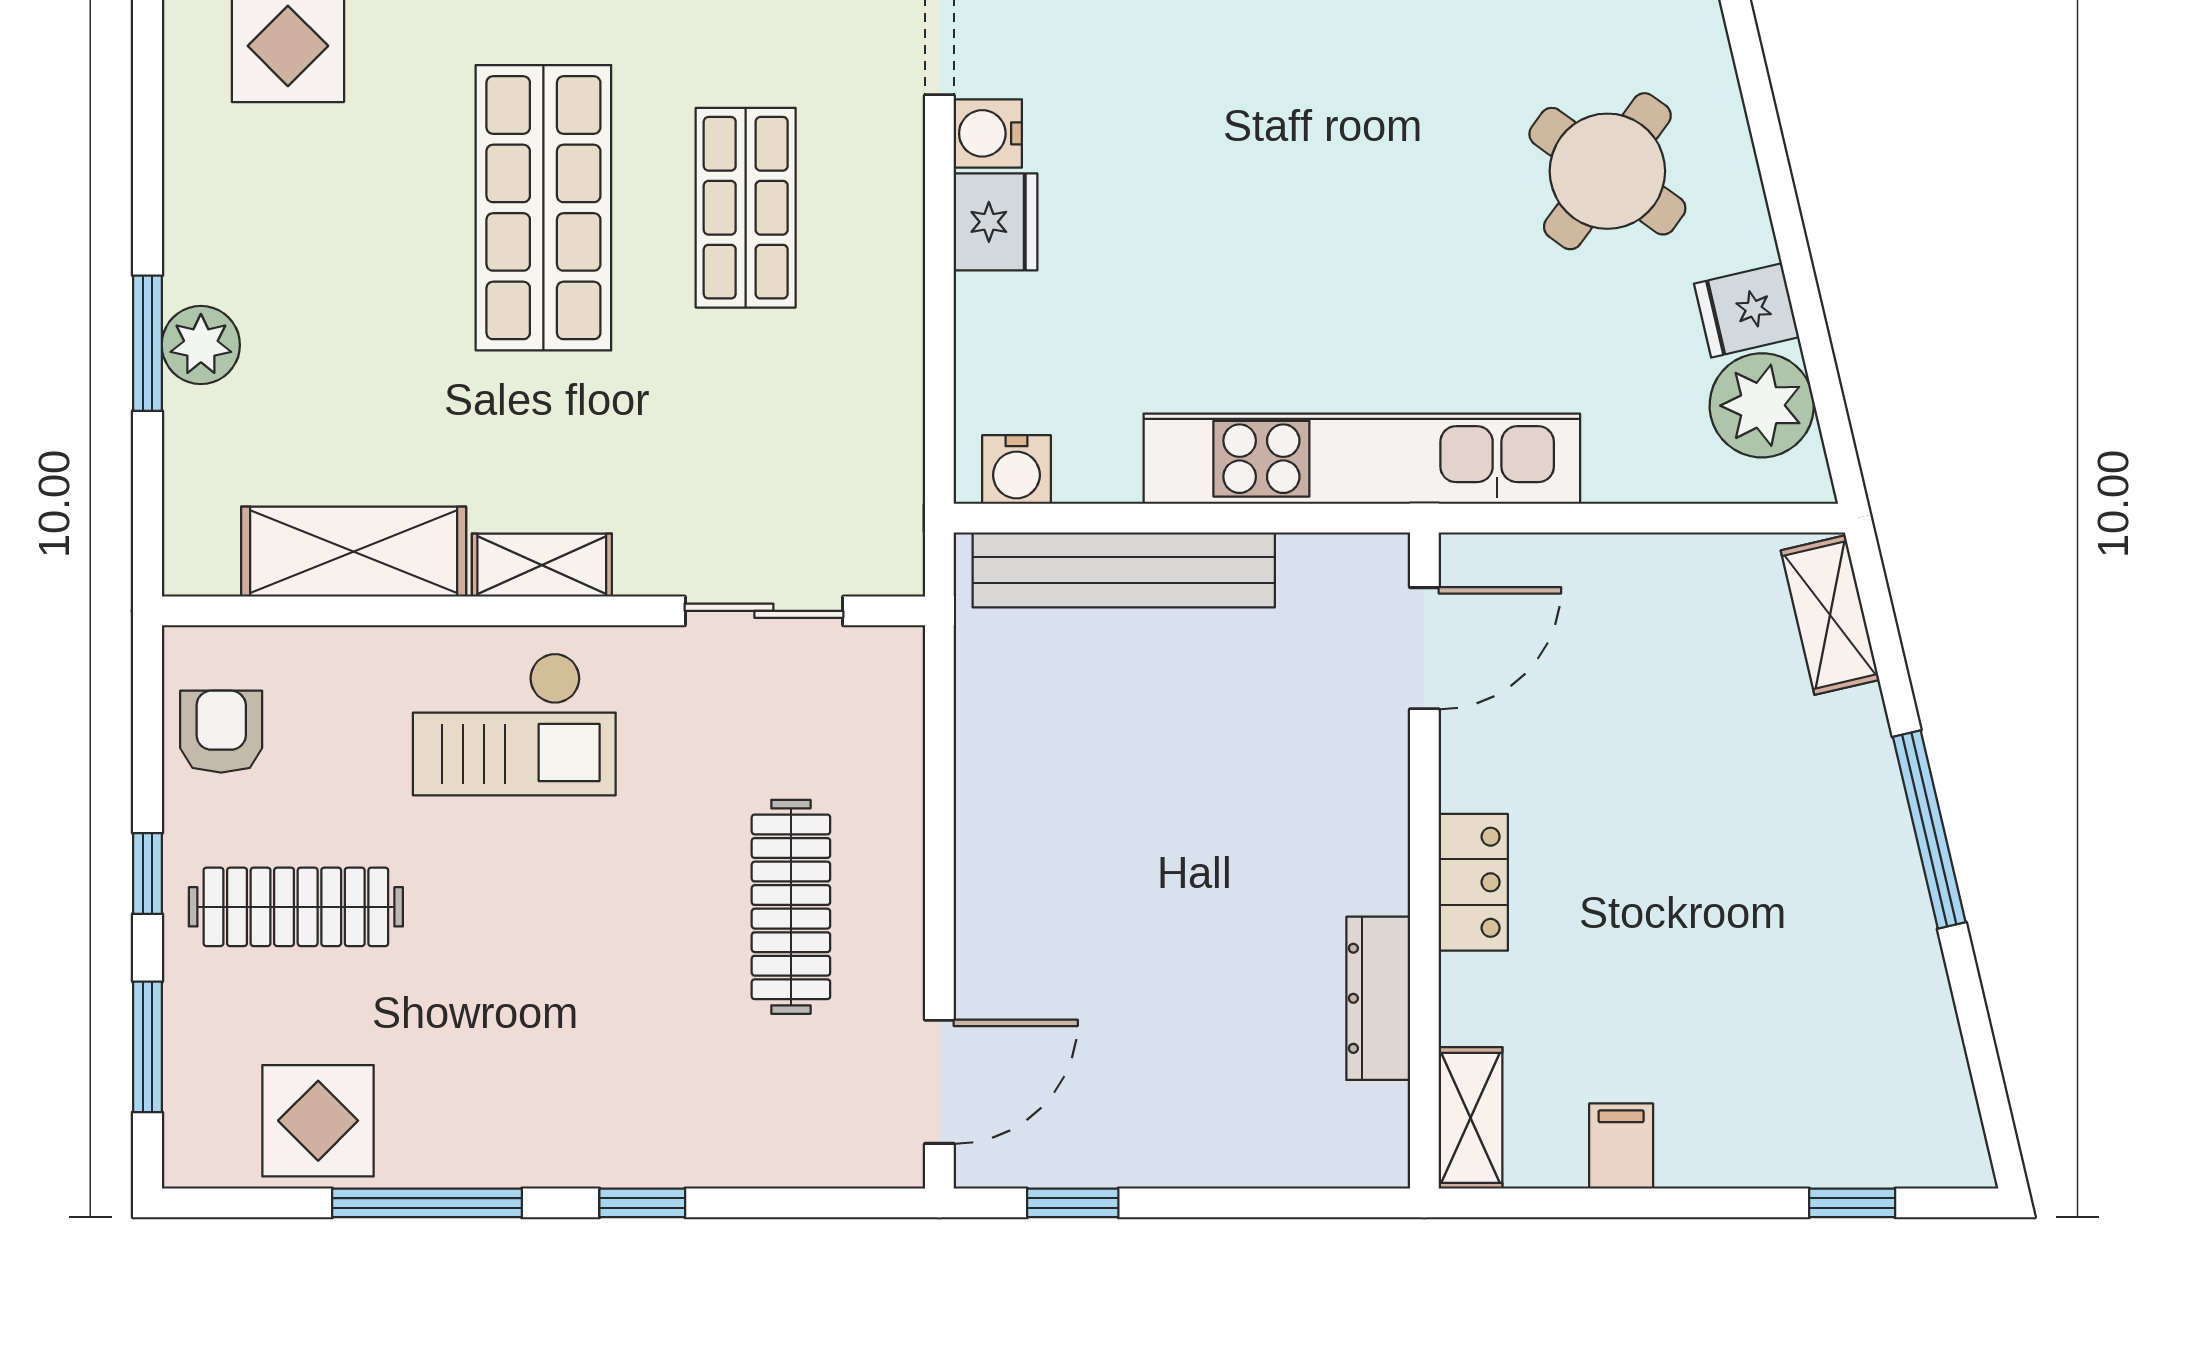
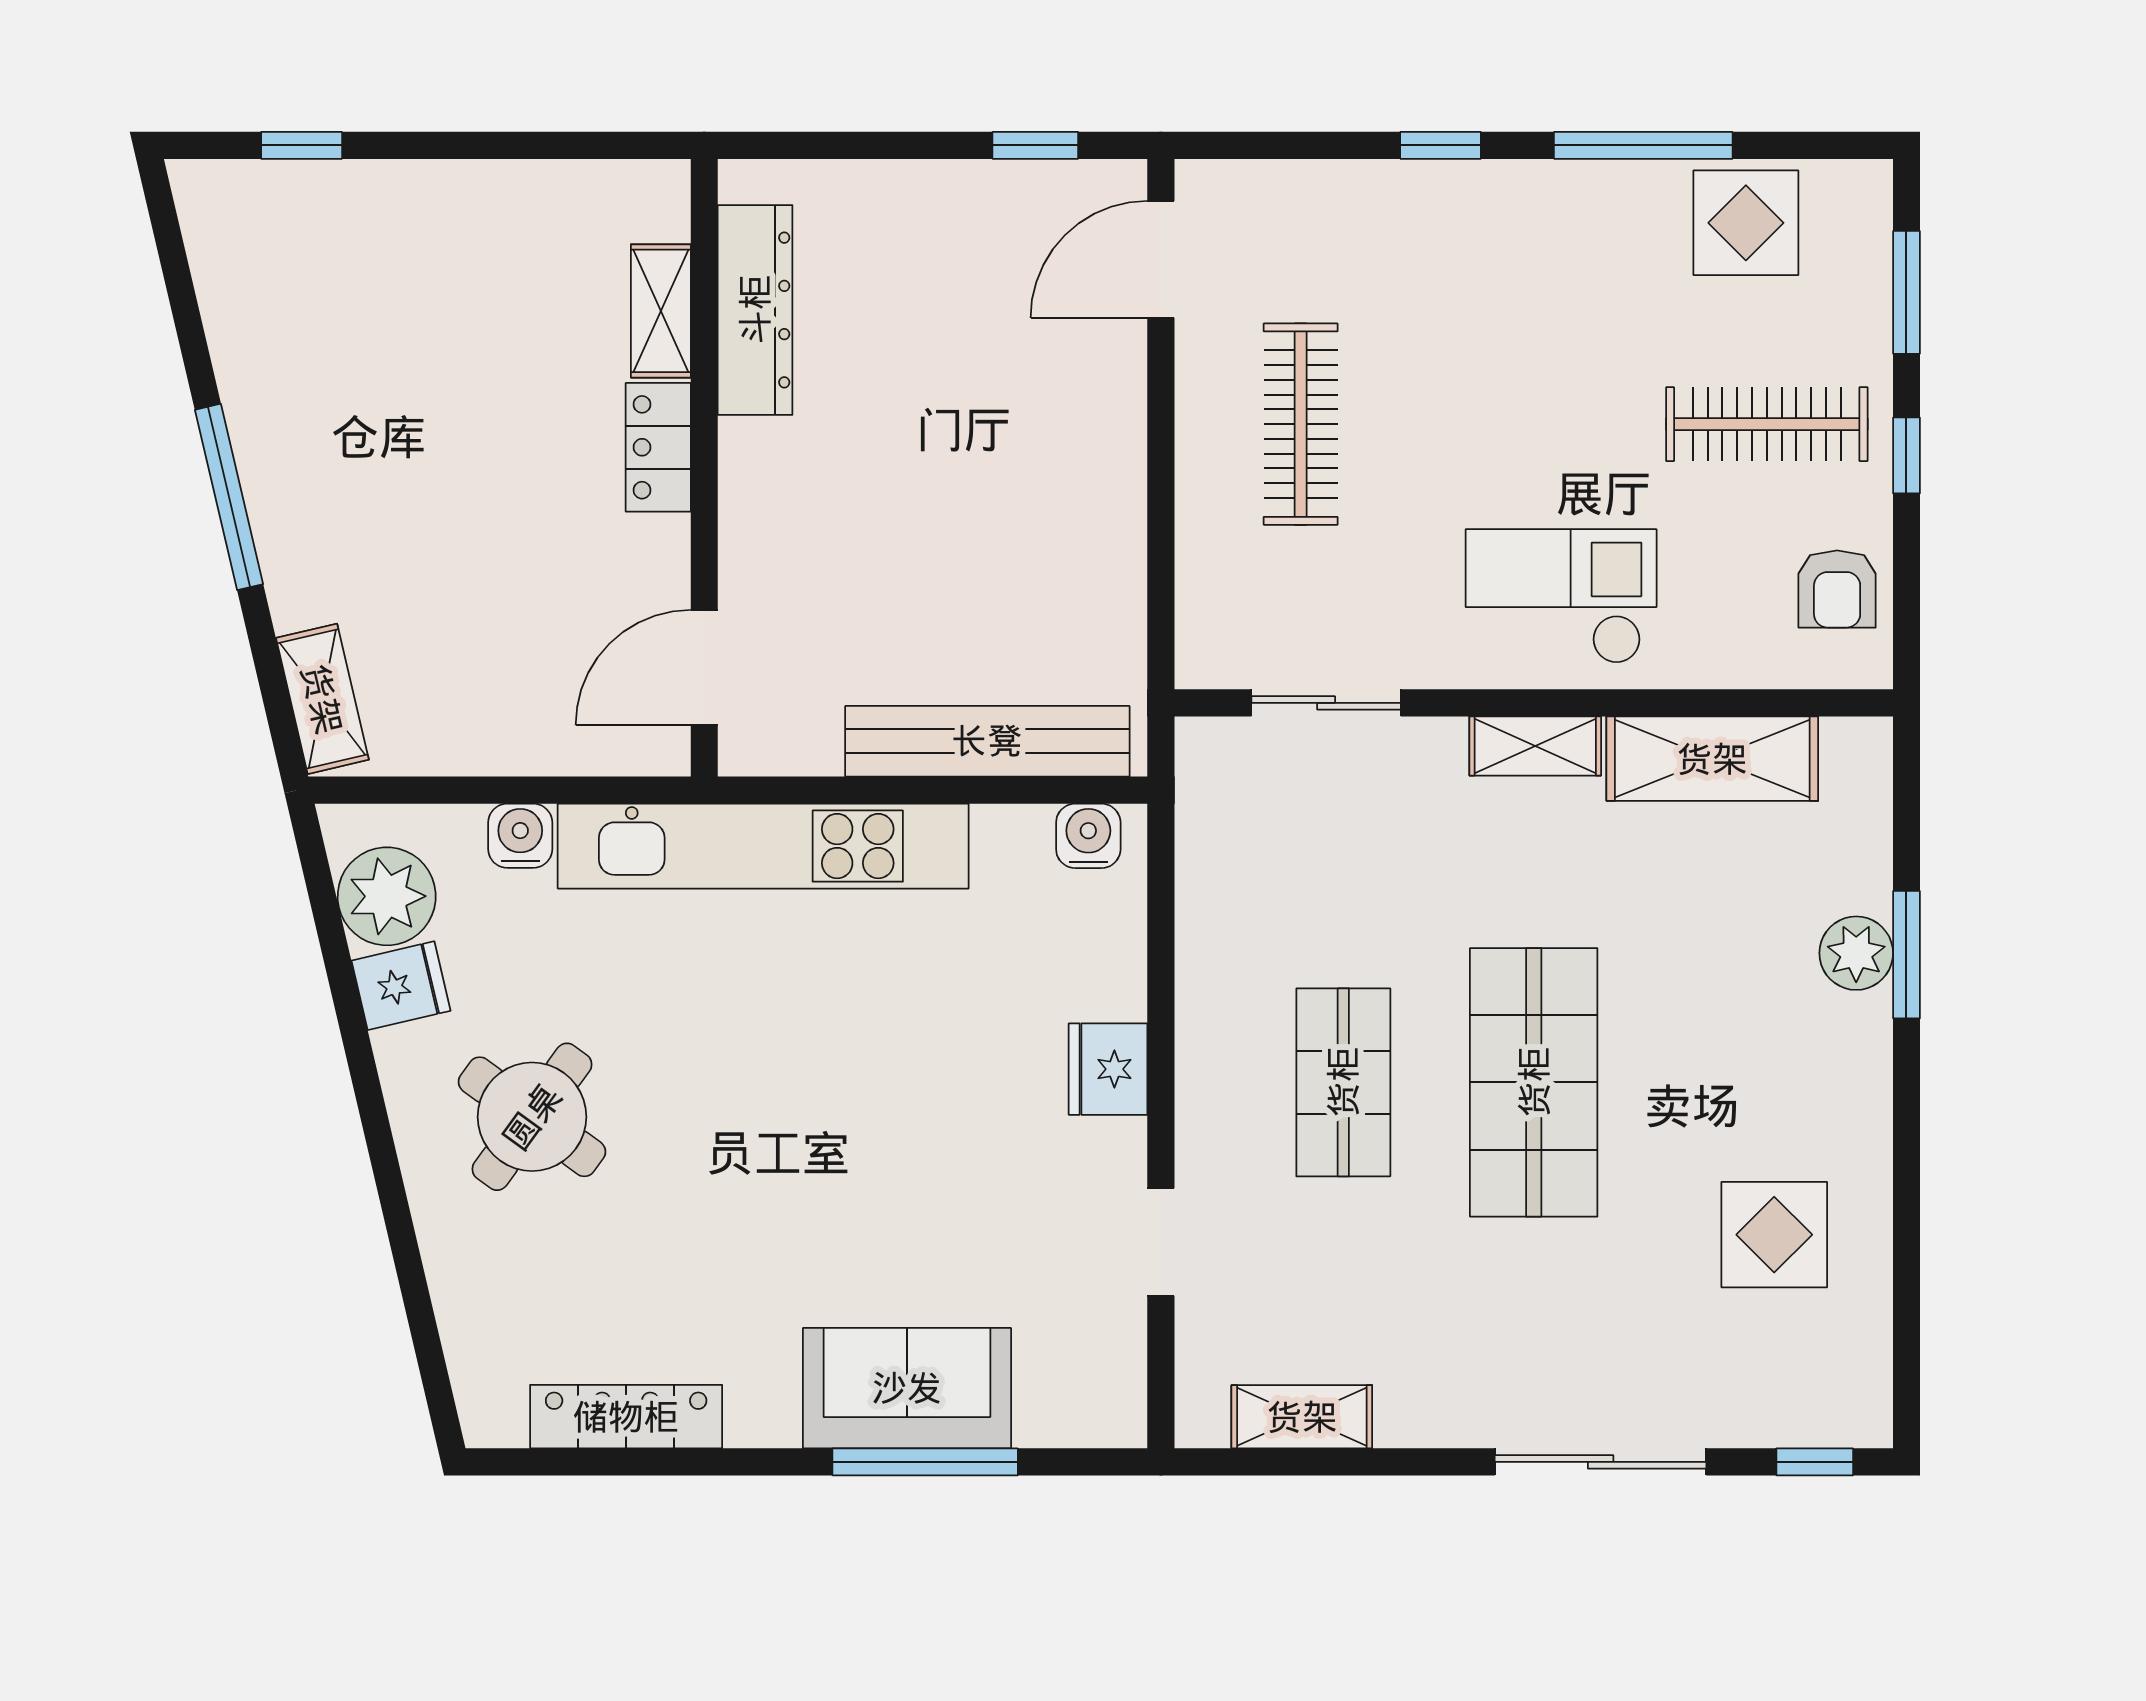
water cooler: (988, 133) -> (520, 836), moved, turned -90
dresser: (1378, 998) -> (755, 310), width x1.37, depth x1.24
shelving: (1471, 1118) -> (661, 311), moved
filing cabinet: (1621, 1146) -> (519, 199), removed

